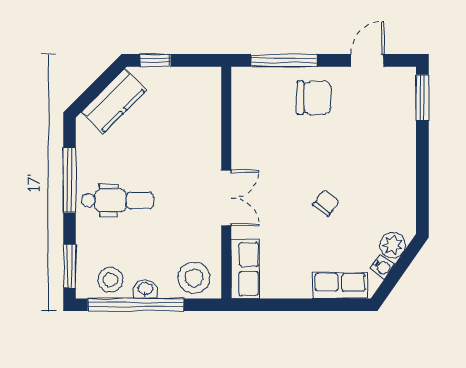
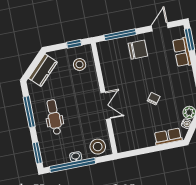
window: (155, 60) -> (74, 44), moved
dental chair: (118, 200) -> (54, 117), turned -90
row of seats: (245, 269) -> (182, 52), moved, turned 180
stool: (111, 280) -> (80, 64), moved

